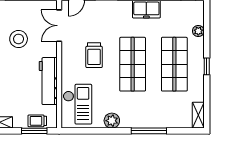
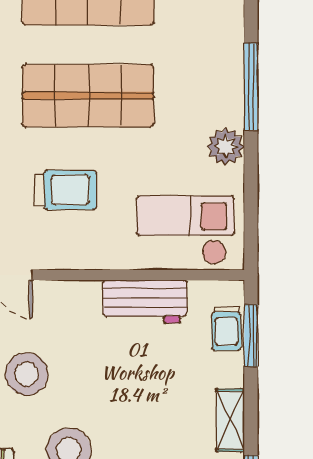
workbench: (48, 81) -> (145, 302), width x0.73
window: (149, 131) -> (251, 87), moved

